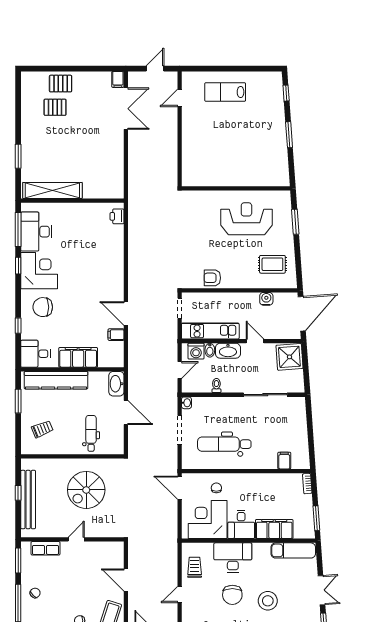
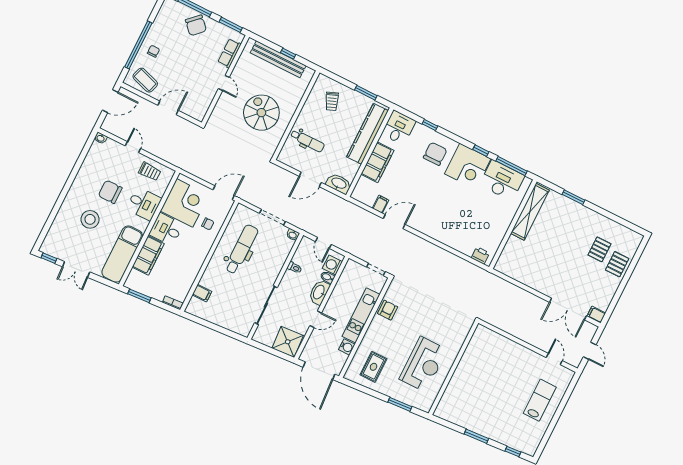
kitchen unit: (210, 331) -> (361, 315), moved, turned 180
exam couch: (293, 550) -> (122, 254), width x1.36, depth x1.45
desk: (233, 558) -> (144, 204), width x0.73
chair: (35, 593) -> (196, 25), width x1.87, depth x1.87

